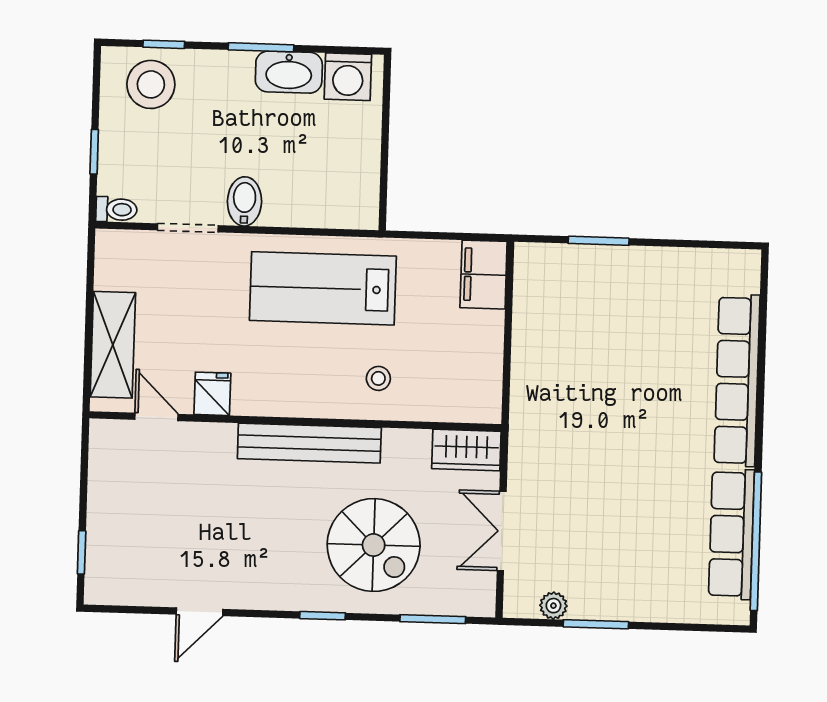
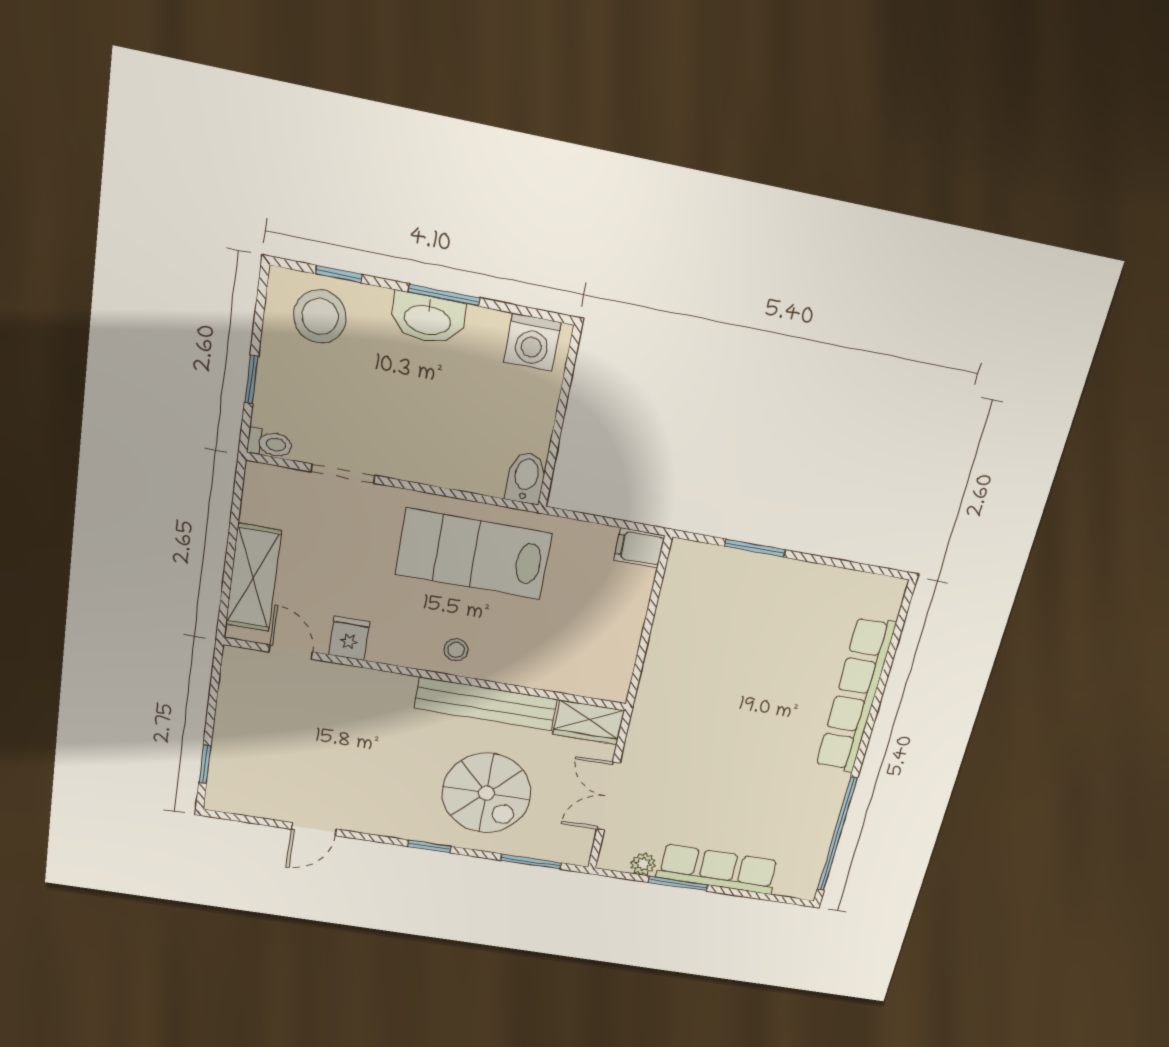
washbasin: (289, 72) -> (428, 319), moved
bidet: (244, 201) -> (526, 478), moved
filing cabinet: (484, 275) -> (639, 548), width x0.50
stool: (378, 378) -> (456, 650), moved
bench: (309, 443) -> (486, 704), moved
row of seats: (731, 534) -> (718, 869), moved, turned 90

